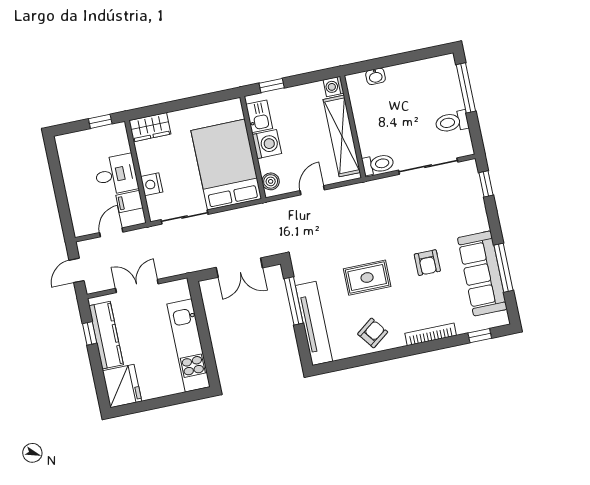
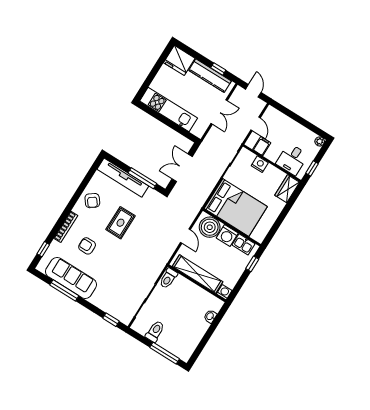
plant: (62, 142) -> (320, 141), added
desk: (116, 175) -> (292, 159), moved
boiler: (271, 181) -> (210, 227), width x1.86, depth x1.86
armchair: (427, 263) -> (87, 246), moved

